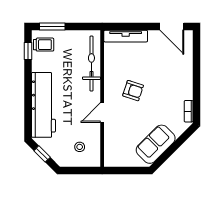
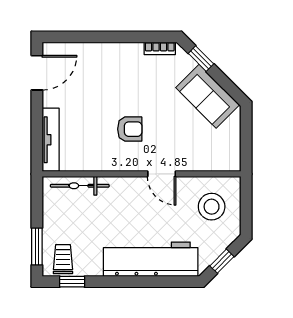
bicycle: (91, 64) -> (80, 186), width x0.73, depth x0.71
armchair: (133, 91) -> (130, 129), turned 72
window: (182, 140) -> (201, 59), added
stool: (80, 147) -> (212, 207), width x1.89, depth x1.89

